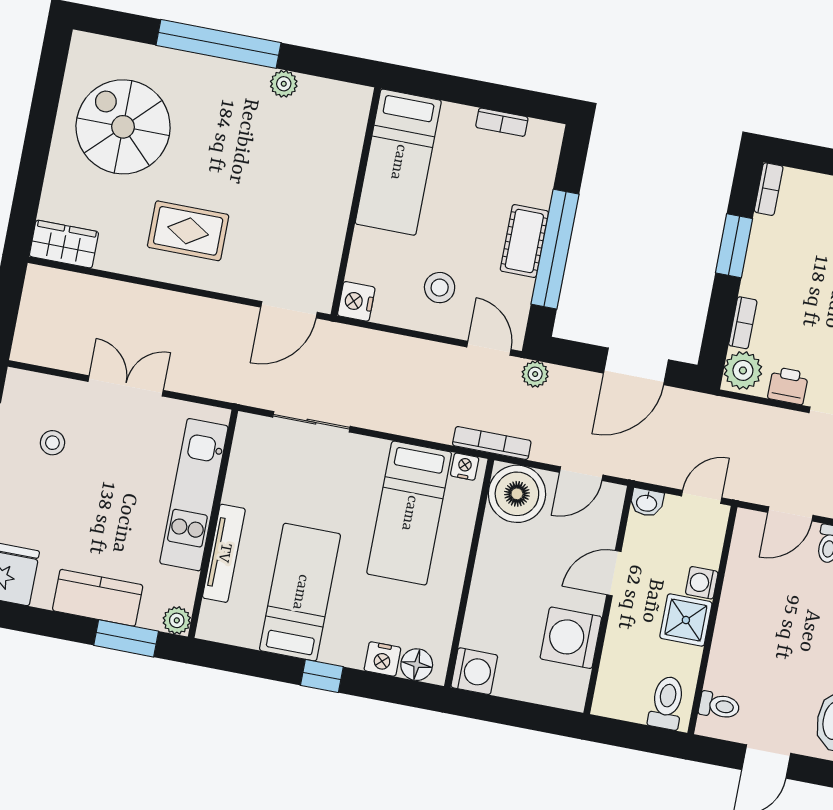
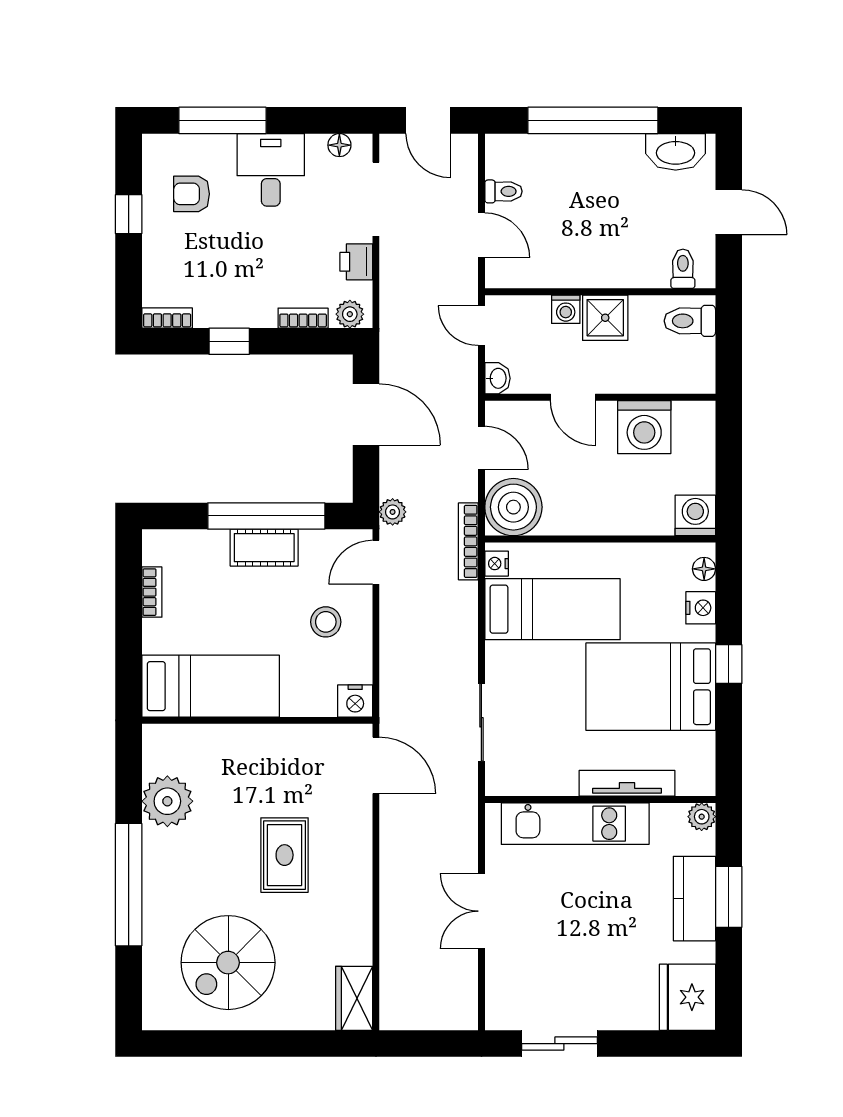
plant: (284, 84) -> (167, 801), width x1.87, depth x1.87
rug: (188, 231) -> (285, 855), moved
window: (734, 246) -> (229, 341), width x0.67
plant: (743, 370) -> (350, 314), width x0.73, depth x0.73
stool: (52, 443) -> (551, 972), removed
bed: (300, 592) -> (651, 687), width x1.50
window: (126, 638) -> (729, 897), moved
floor lamp: (417, 665) -> (704, 569), width x0.73, depth x0.73

